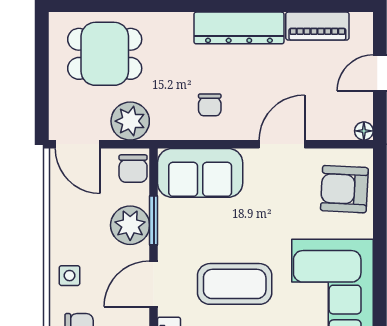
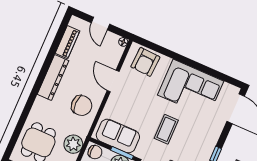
chair: (210, 105) -> (82, 106), width x1.87, depth x1.87
sofa: (200, 173) -> (118, 136), moved, turned -90
coffee table: (235, 284) -> (166, 129), width x0.73, depth x0.76

